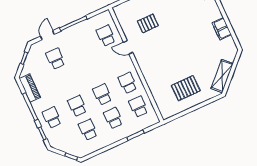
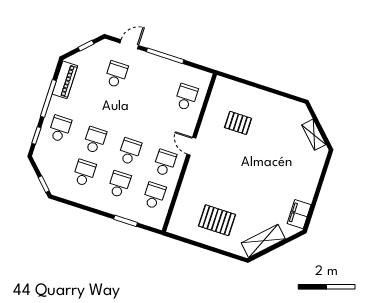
filing cabinet: (222, 29) -> (299, 214), moved
door: (128, 47) -> (191, 146), moved

